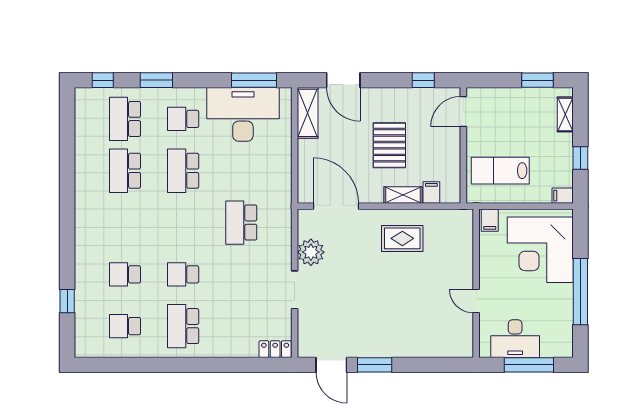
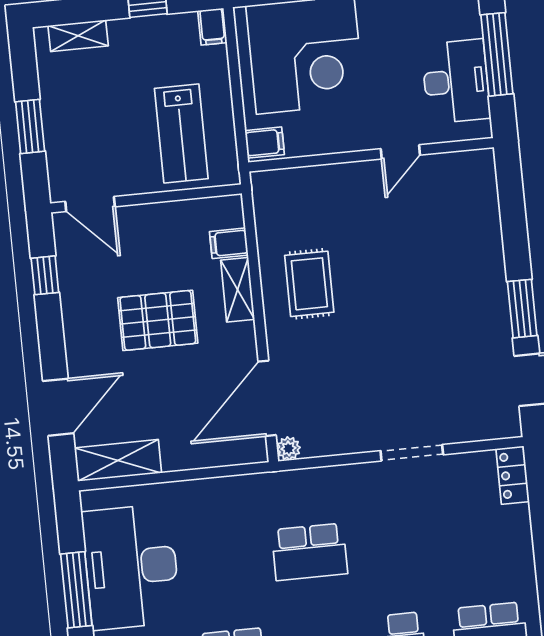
window: (254, 80) -> (76, 590), moved
window: (538, 80) -> (30, 127), moved
plant: (311, 252) -> (289, 448), moved, width x0.53, depth x0.53

